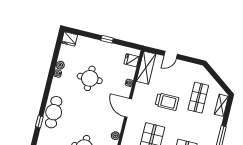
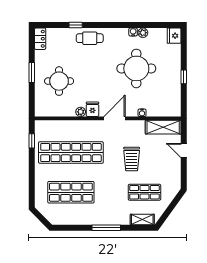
fridge: (132, 60) -> (92, 109), moved
round table: (90, 78) -> (136, 68), width x1.36, depth x1.36
cafe table: (54, 112) -> (90, 38), width x0.73, depth x0.74

